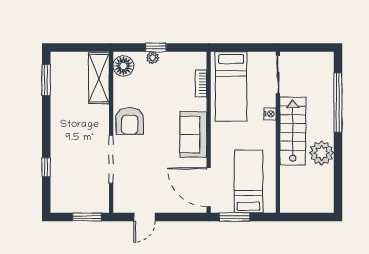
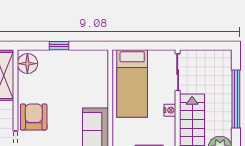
plant: (153, 58) -> (56, 56), removed
bookcase: (201, 83) -> (103, 80), removed
armchair: (130, 121) -> (34, 117), turned 180

